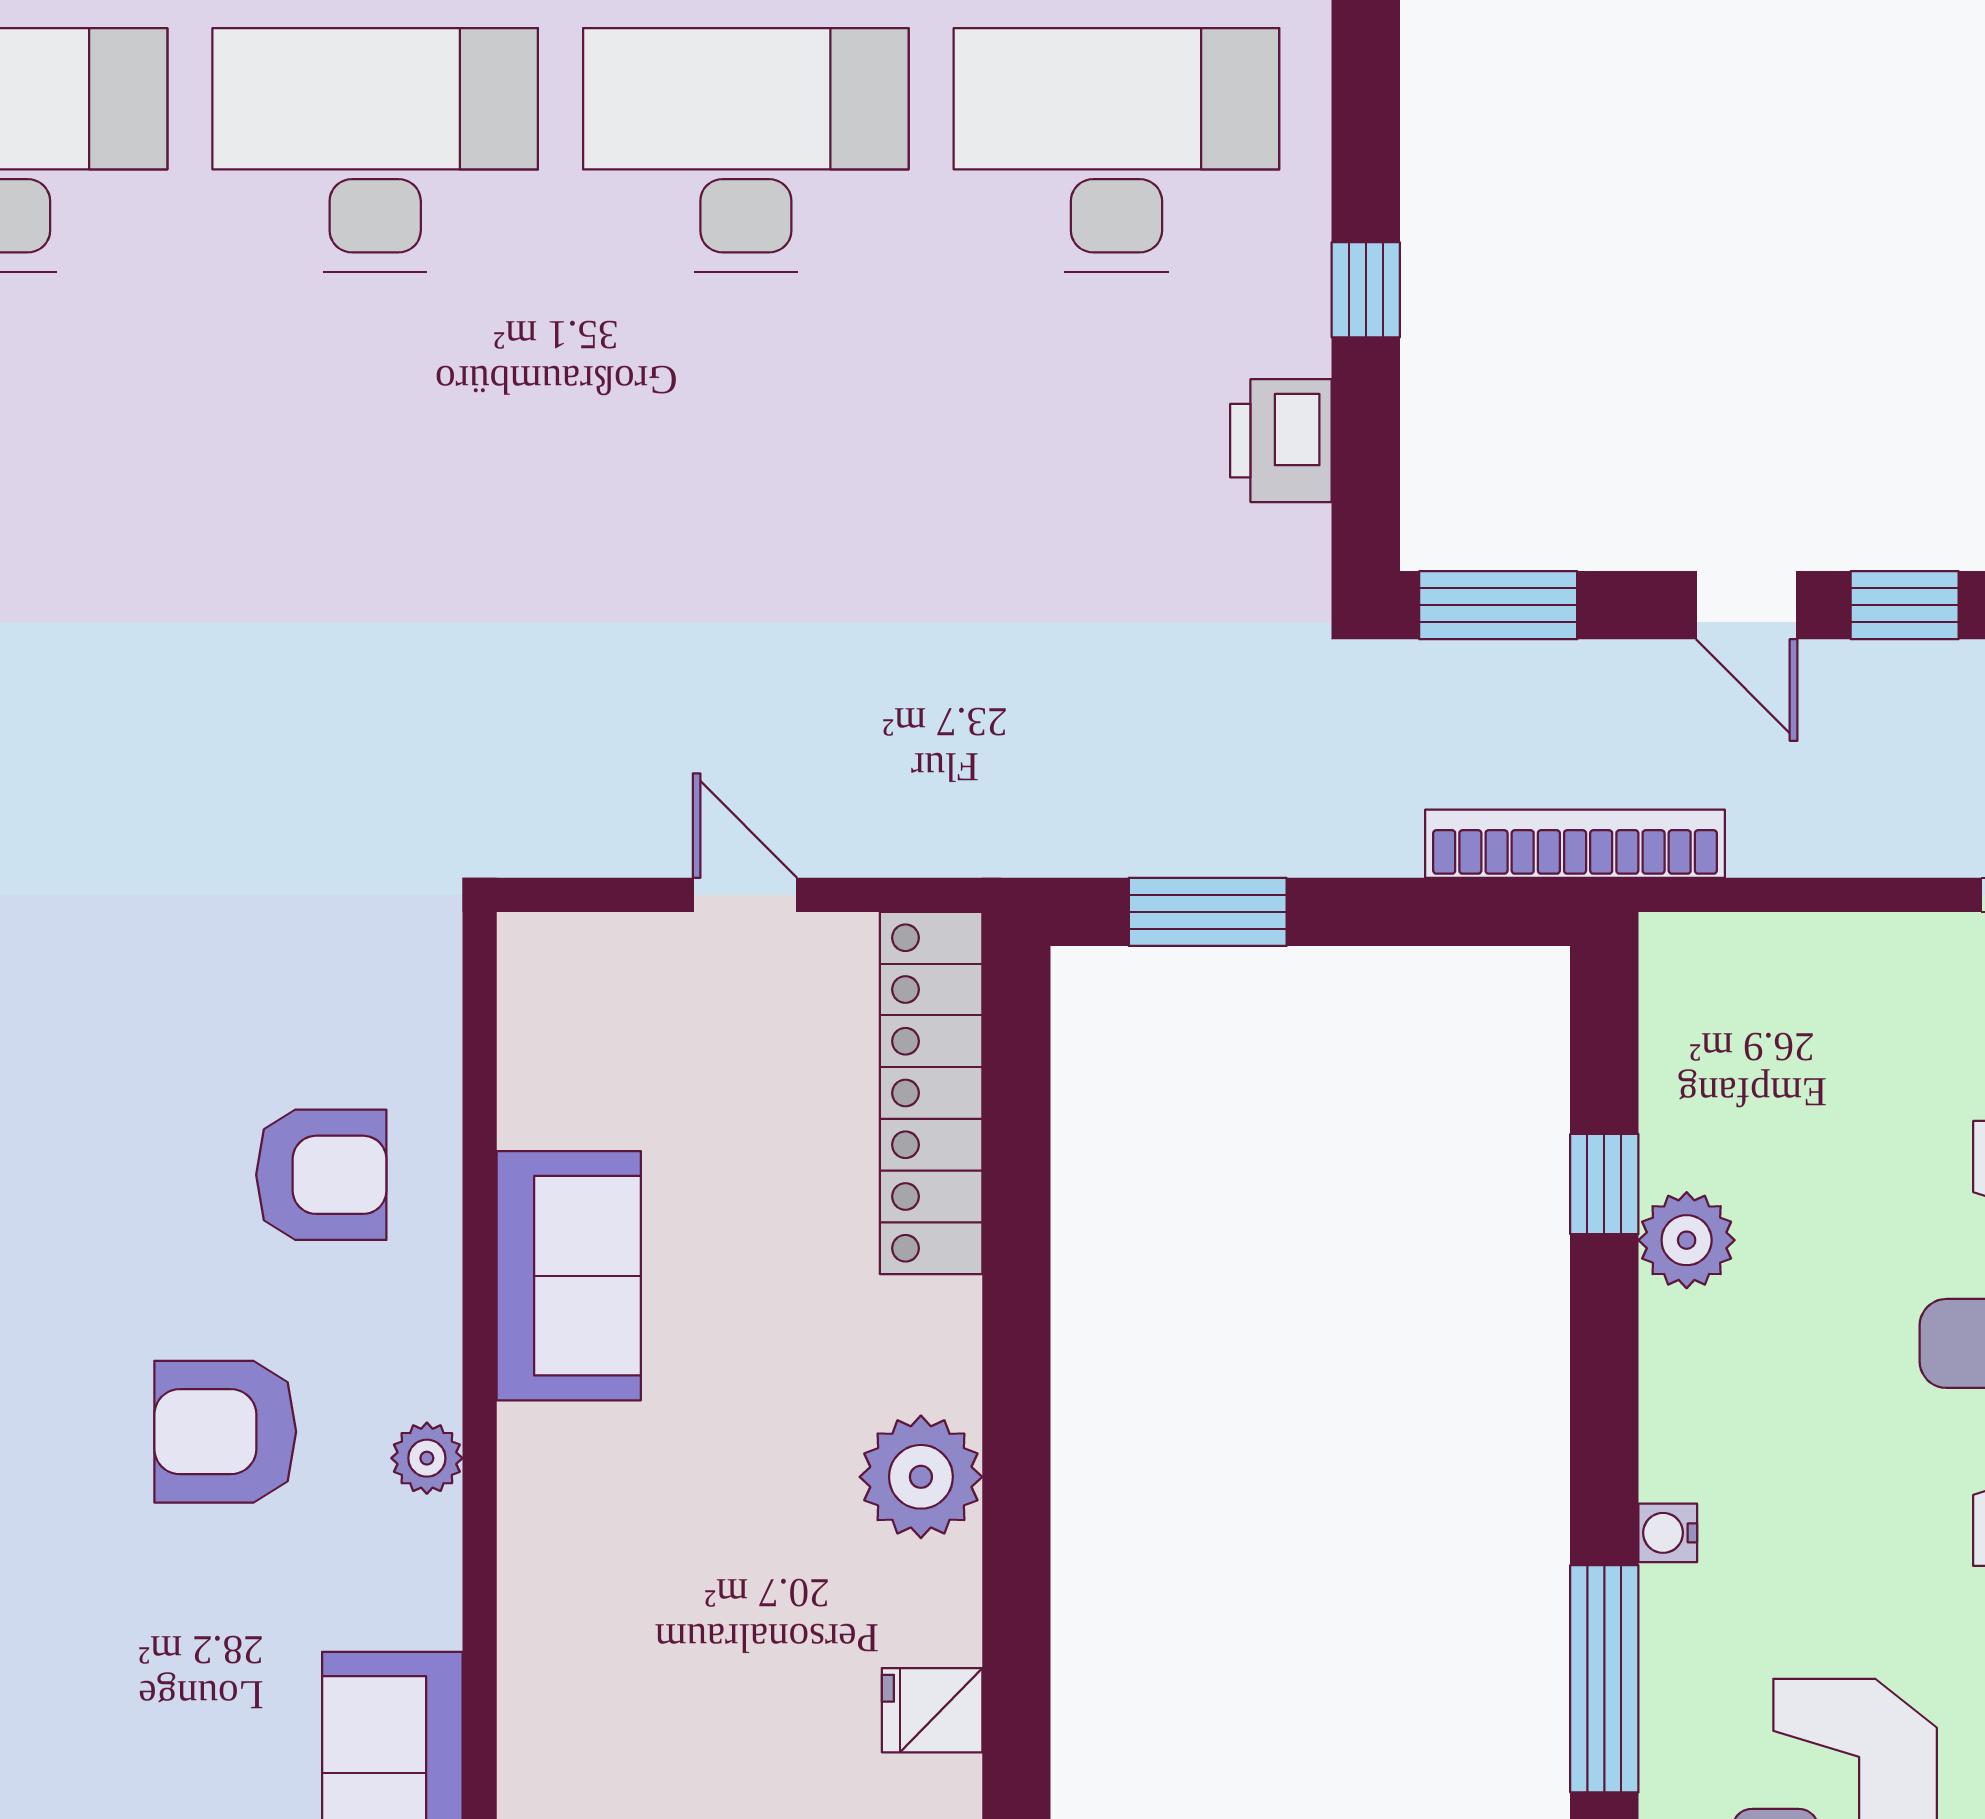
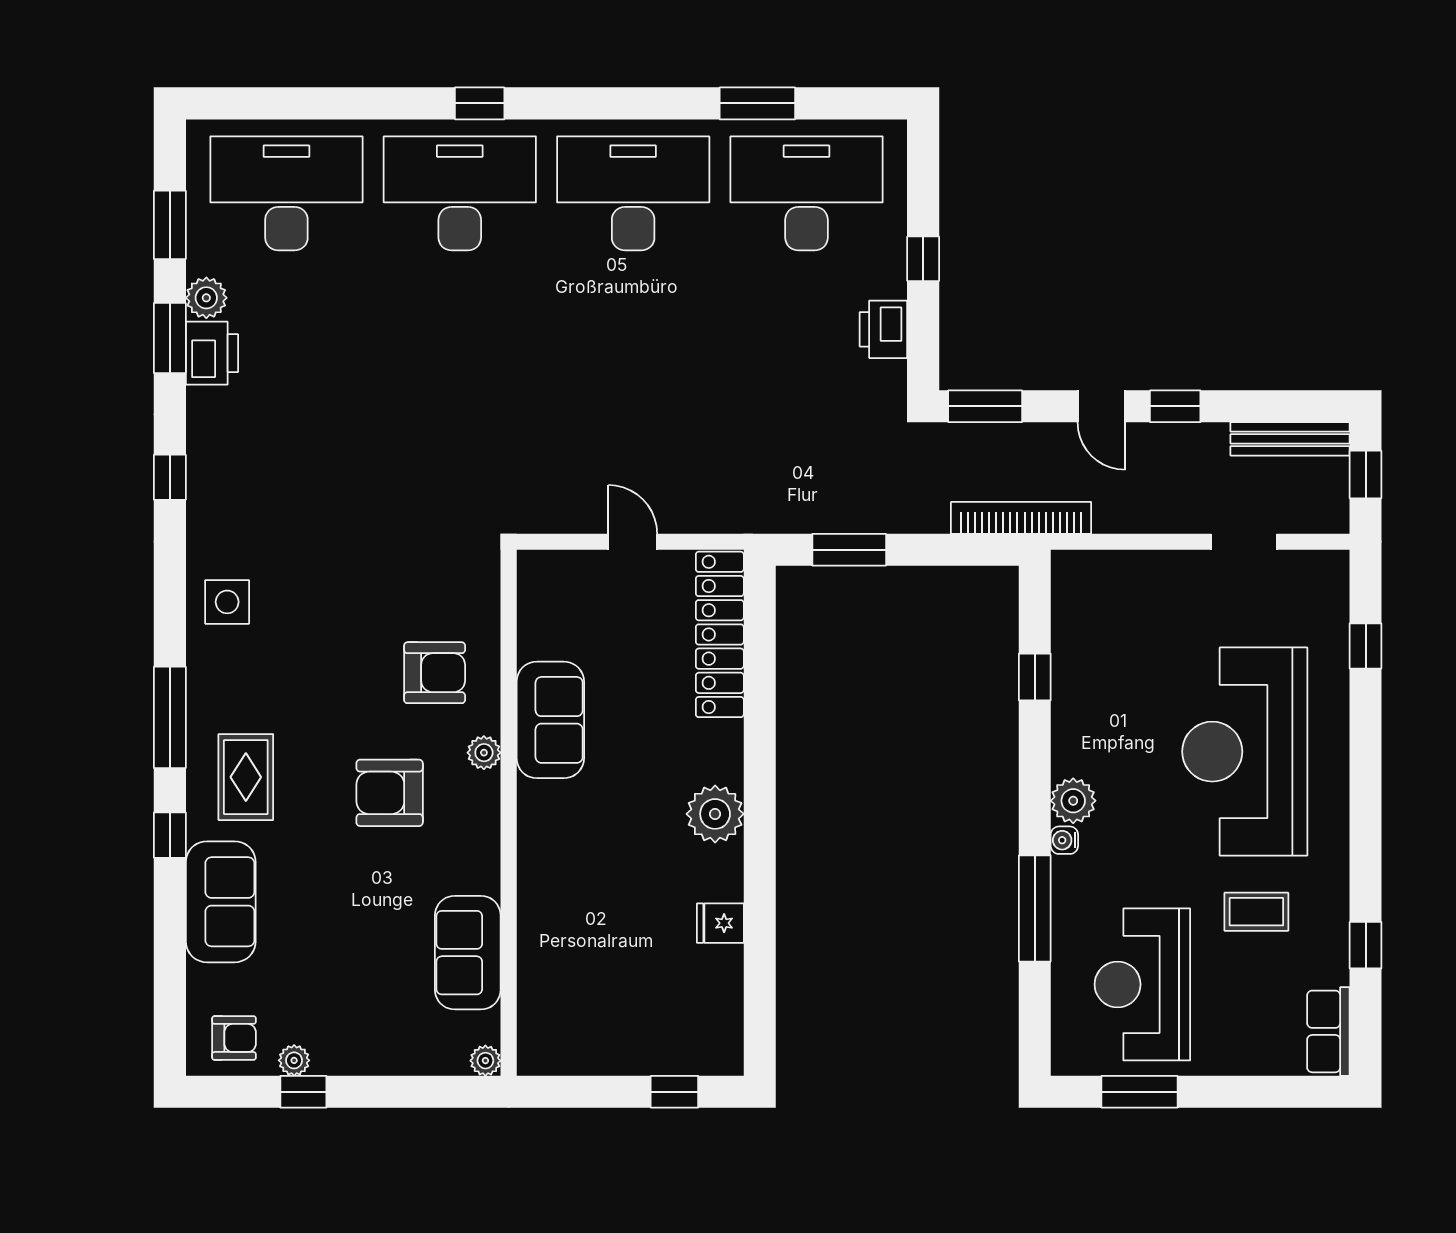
plant: (1687, 1240) -> (1073, 801), moved
plant: (427, 1458) -> (484, 753), moved

